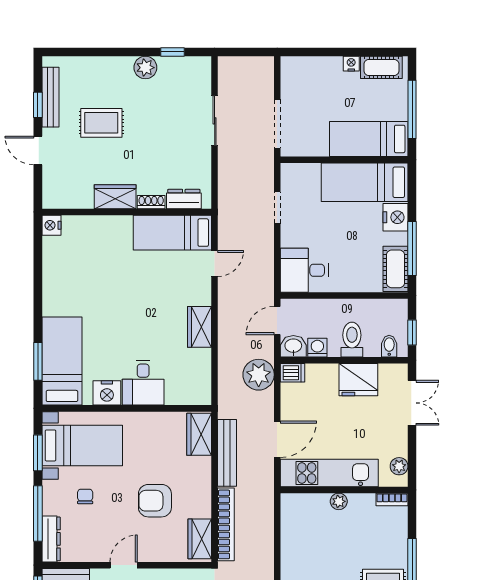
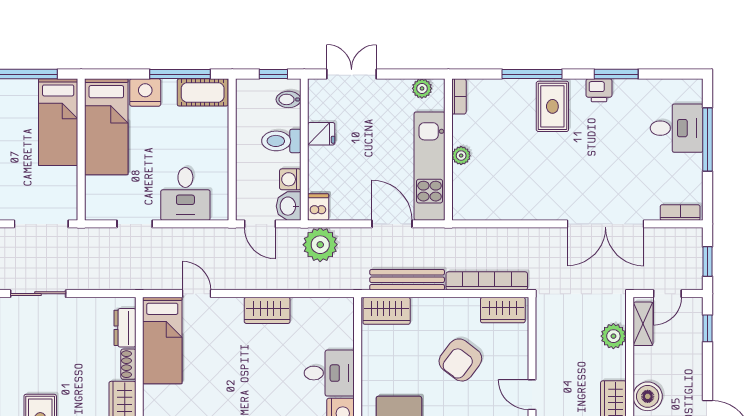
desk: (304, 270) -> (185, 194), moved
fridge: (358, 380) -> (321, 134), width x0.53, depth x0.75
armchair: (155, 501) -> (460, 360), turned 37

